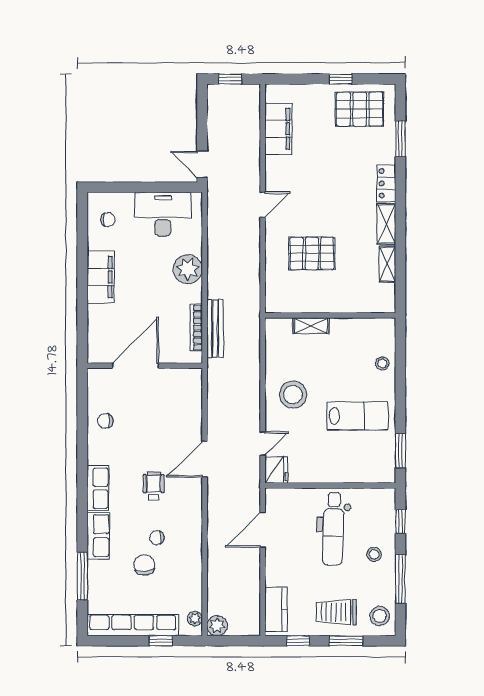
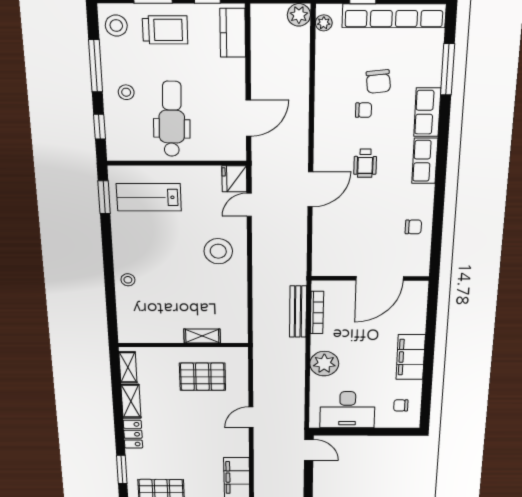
wall: (330, 315) -> (183, 345), moved
shelving: (311, 326) -> (202, 336), moved
lab bench: (357, 416) -> (149, 197), moved

